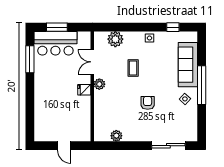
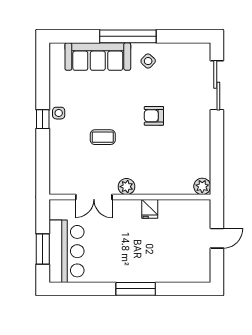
window: (173, 27) -> (43, 119), moved
plant: (115, 39) -> (60, 163), removed
window: (30, 59) -> (136, 289), moved
fridge: (84, 90) -> (150, 209), moved
plant: (116, 136) -> (202, 186), moved

